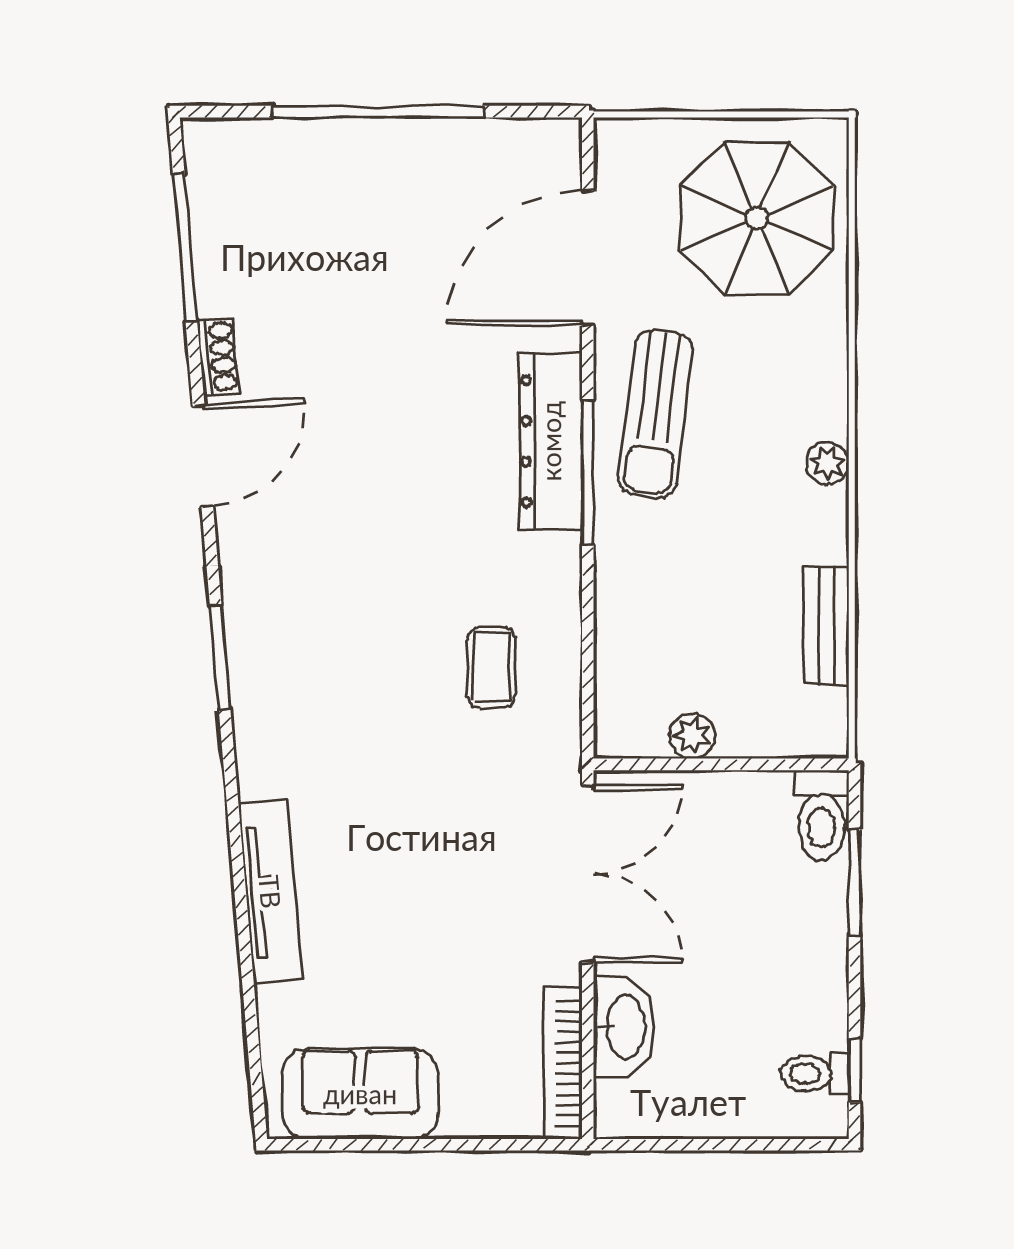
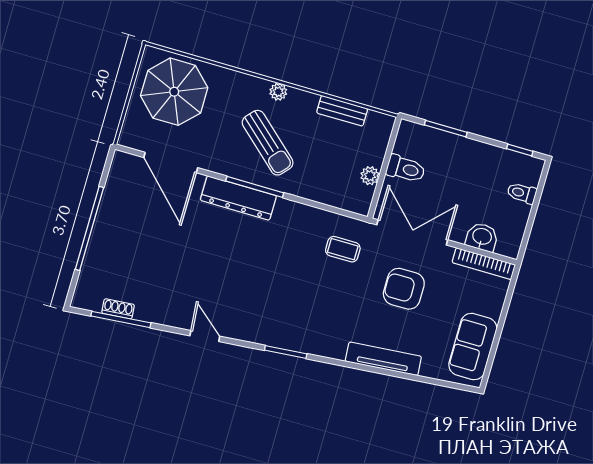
shoe rack: (219, 357) -> (118, 309), moved
sun lounger: (656, 414) -> (268, 143), moved, turned 35
door: (203, 456) -> (205, 336), width x0.73
coffee table: (491, 667) -> (343, 249), moved
toilet: (821, 815) -> (406, 169), moved
armchair: (449, 892) -> (404, 289), added
washbasin: (624, 1027) -> (482, 237), width x0.72
toilet: (815, 1074) -> (522, 193), moved, turned 90

